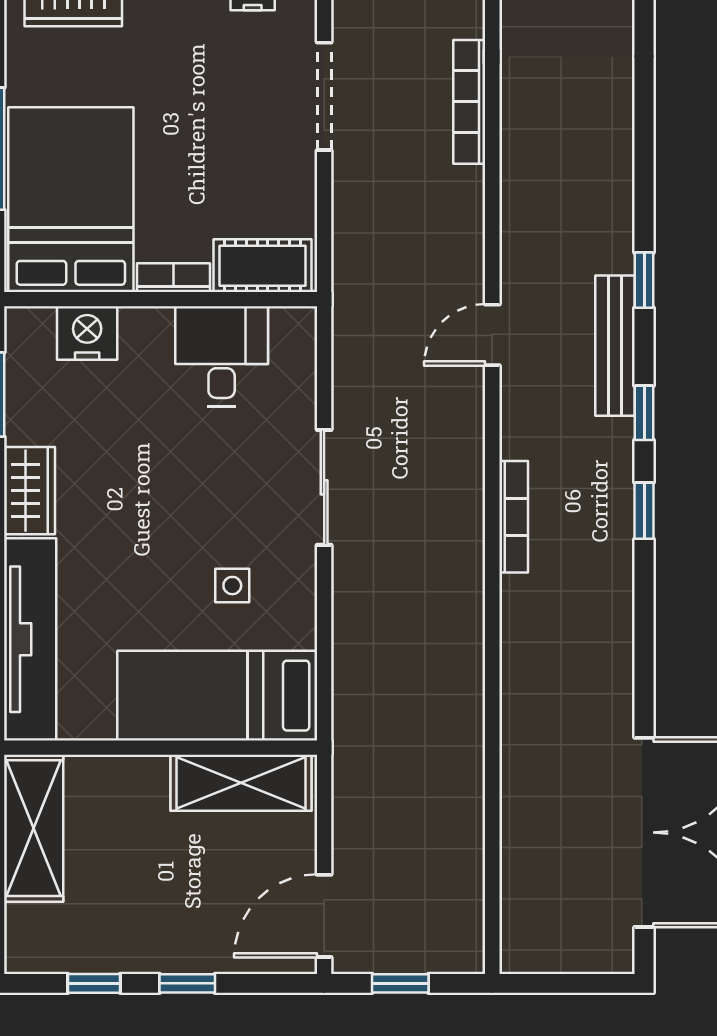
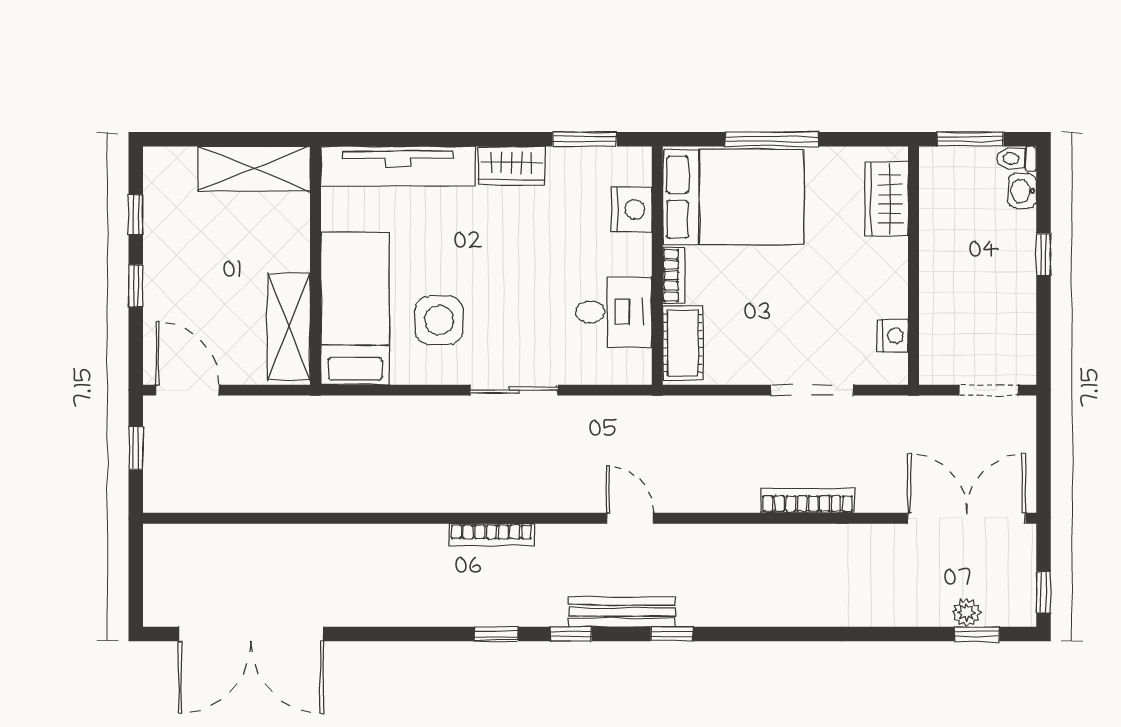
side table: (232, 586) -> (439, 320), width x1.87, depth x1.87

